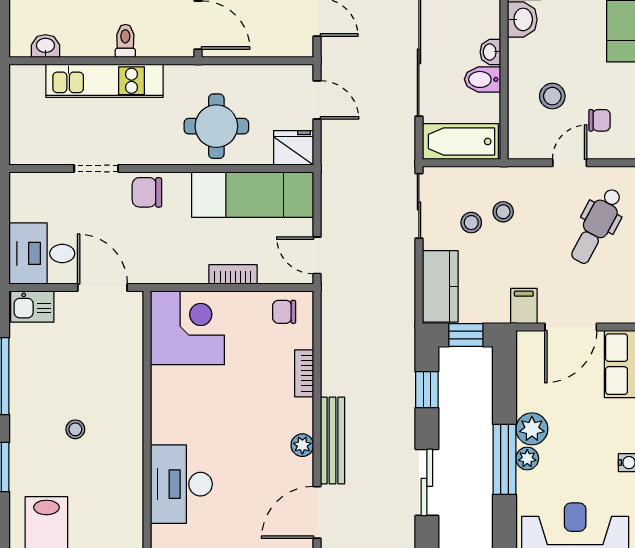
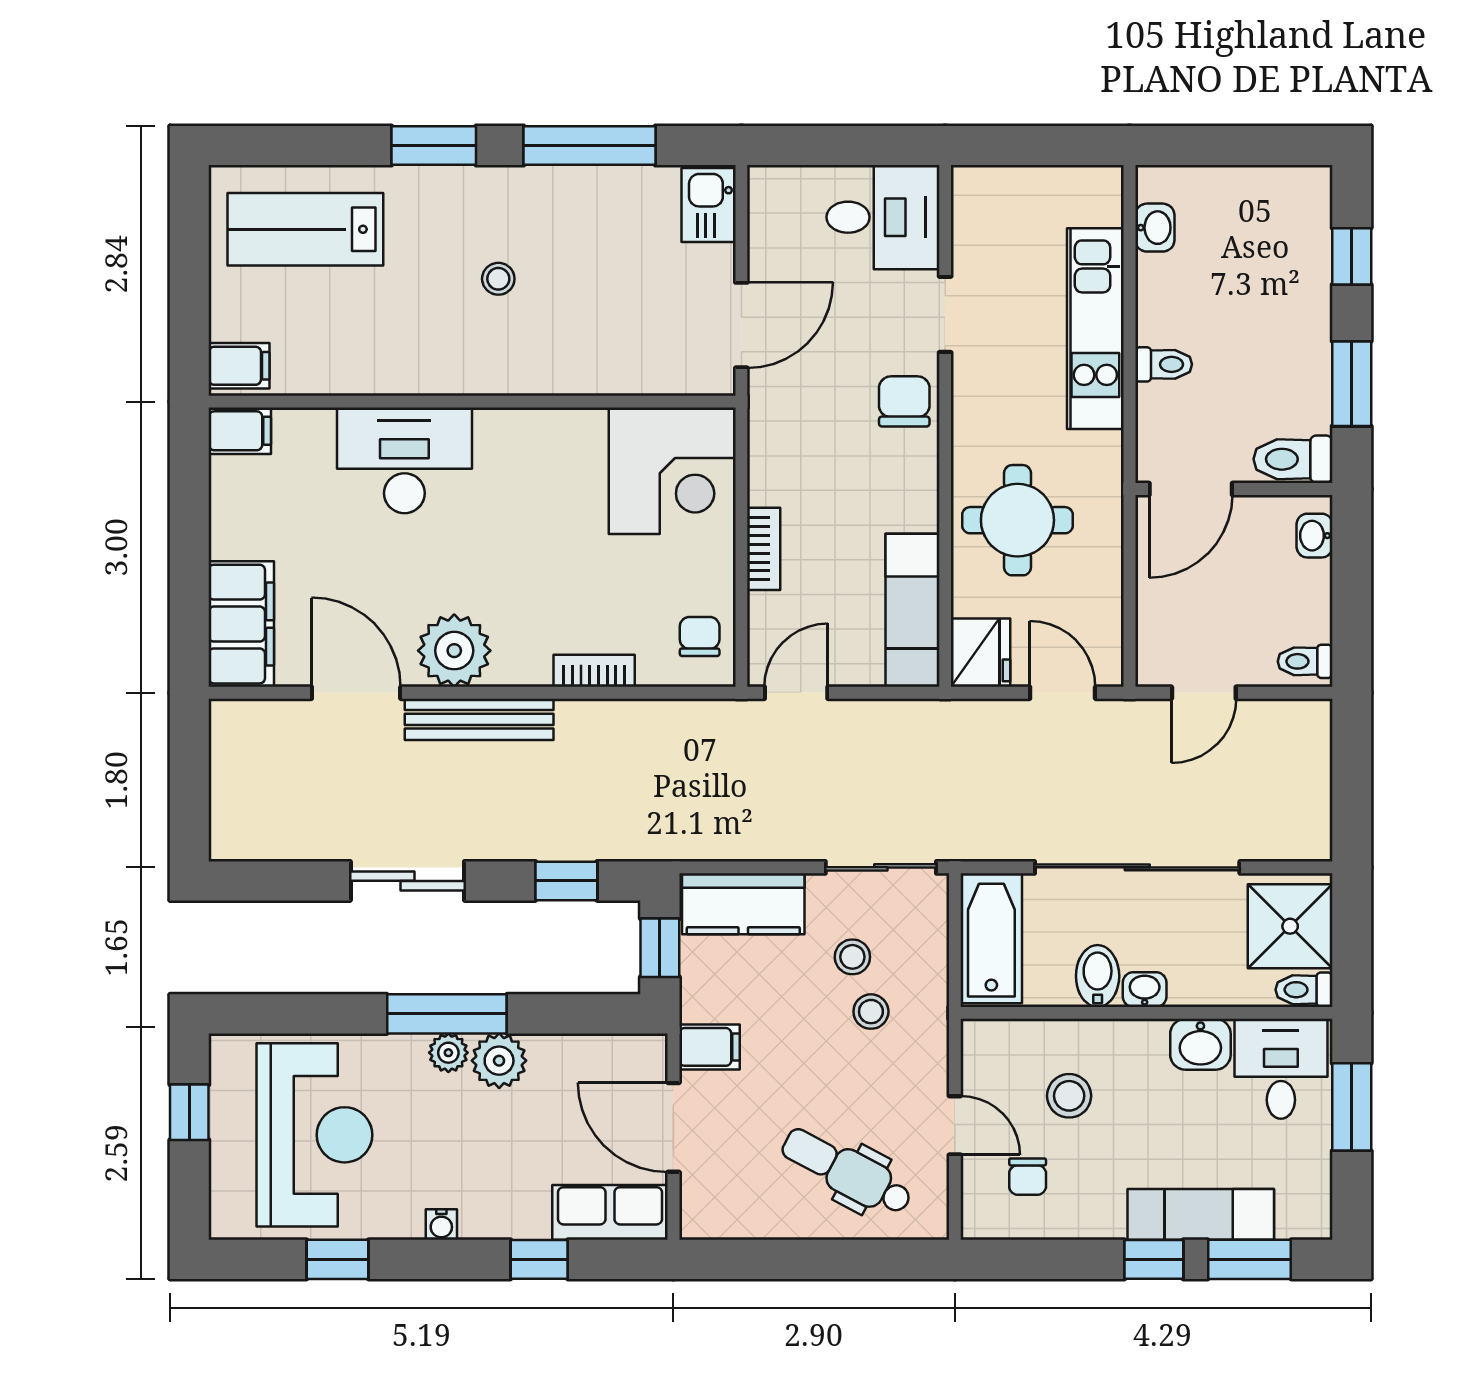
door: (317, 100) -> (1063, 693), swing flipped
exam couch: (253, 195) -> (912, 610), width x0.73, depth x0.69
desk: (42, 253) -> (883, 217), moved, turned 90
plant: (302, 445) -> (454, 651), width x1.87, depth x1.87

